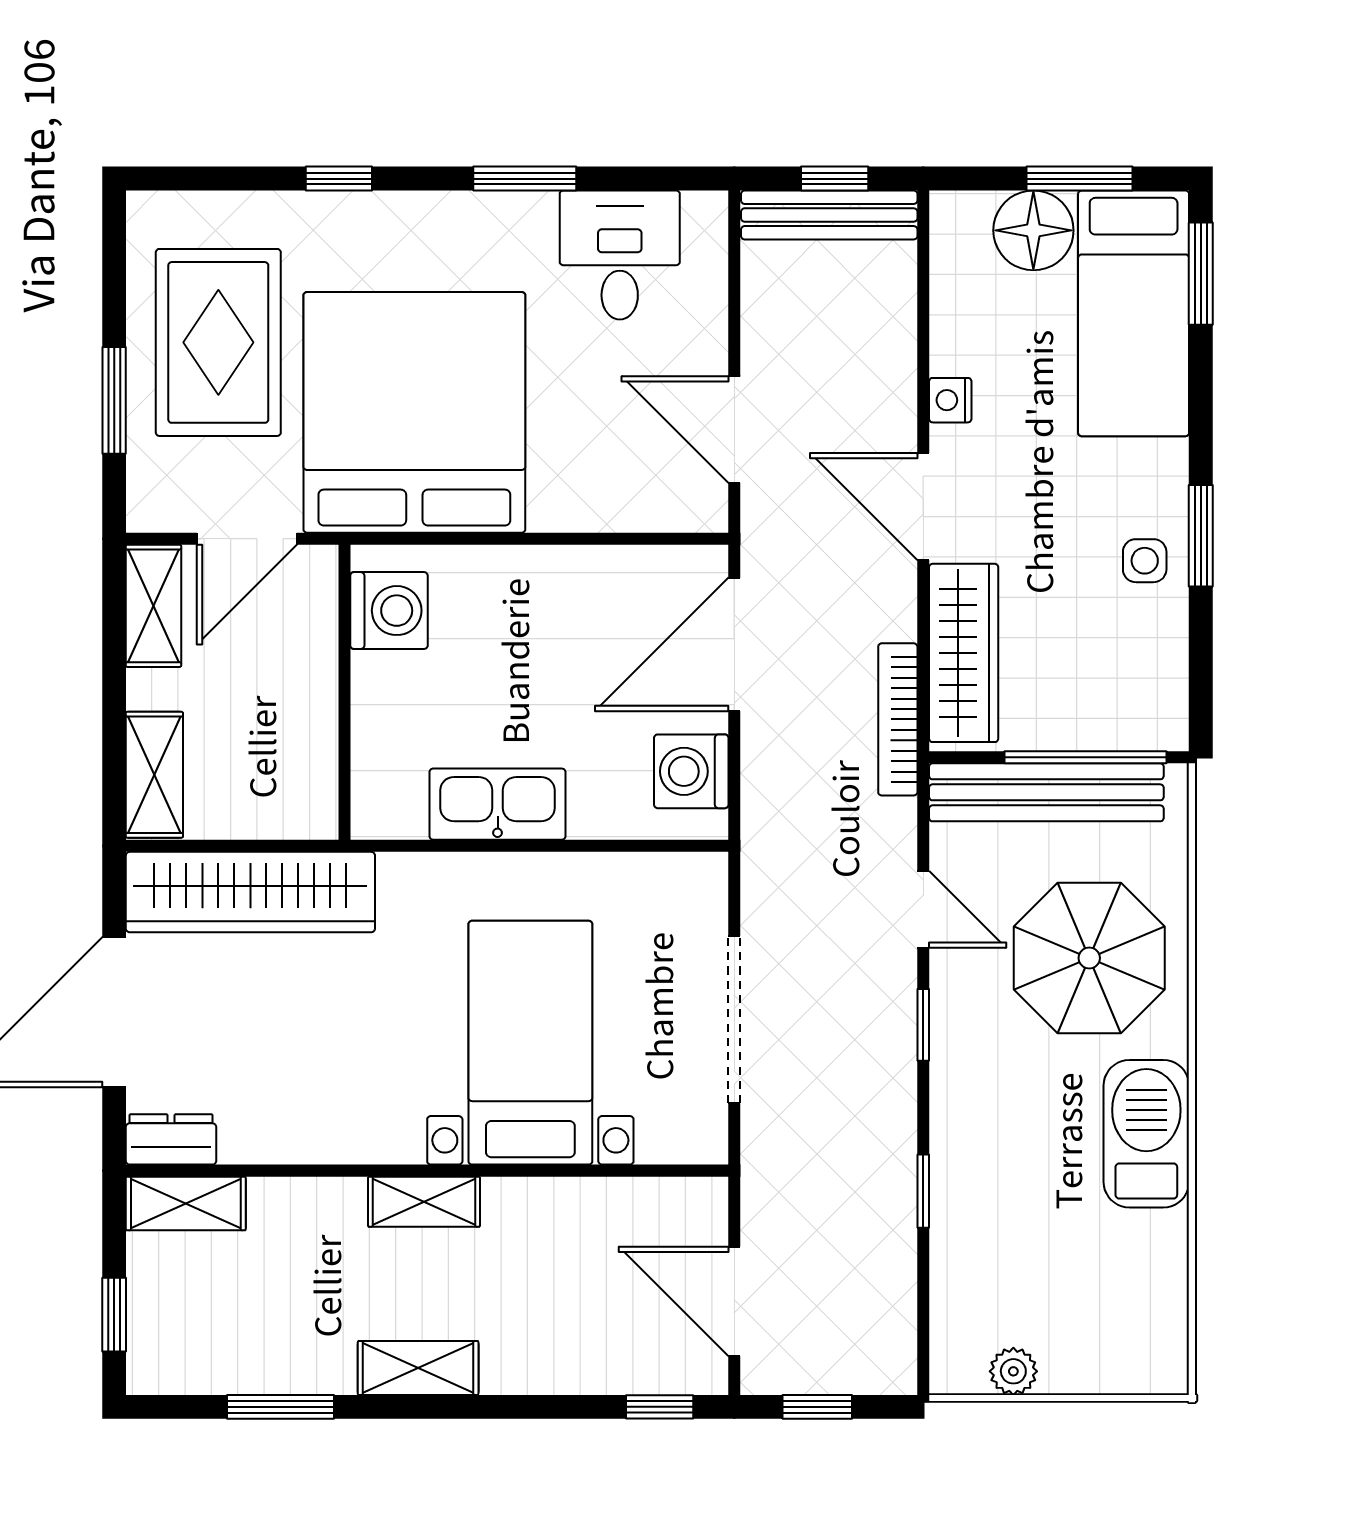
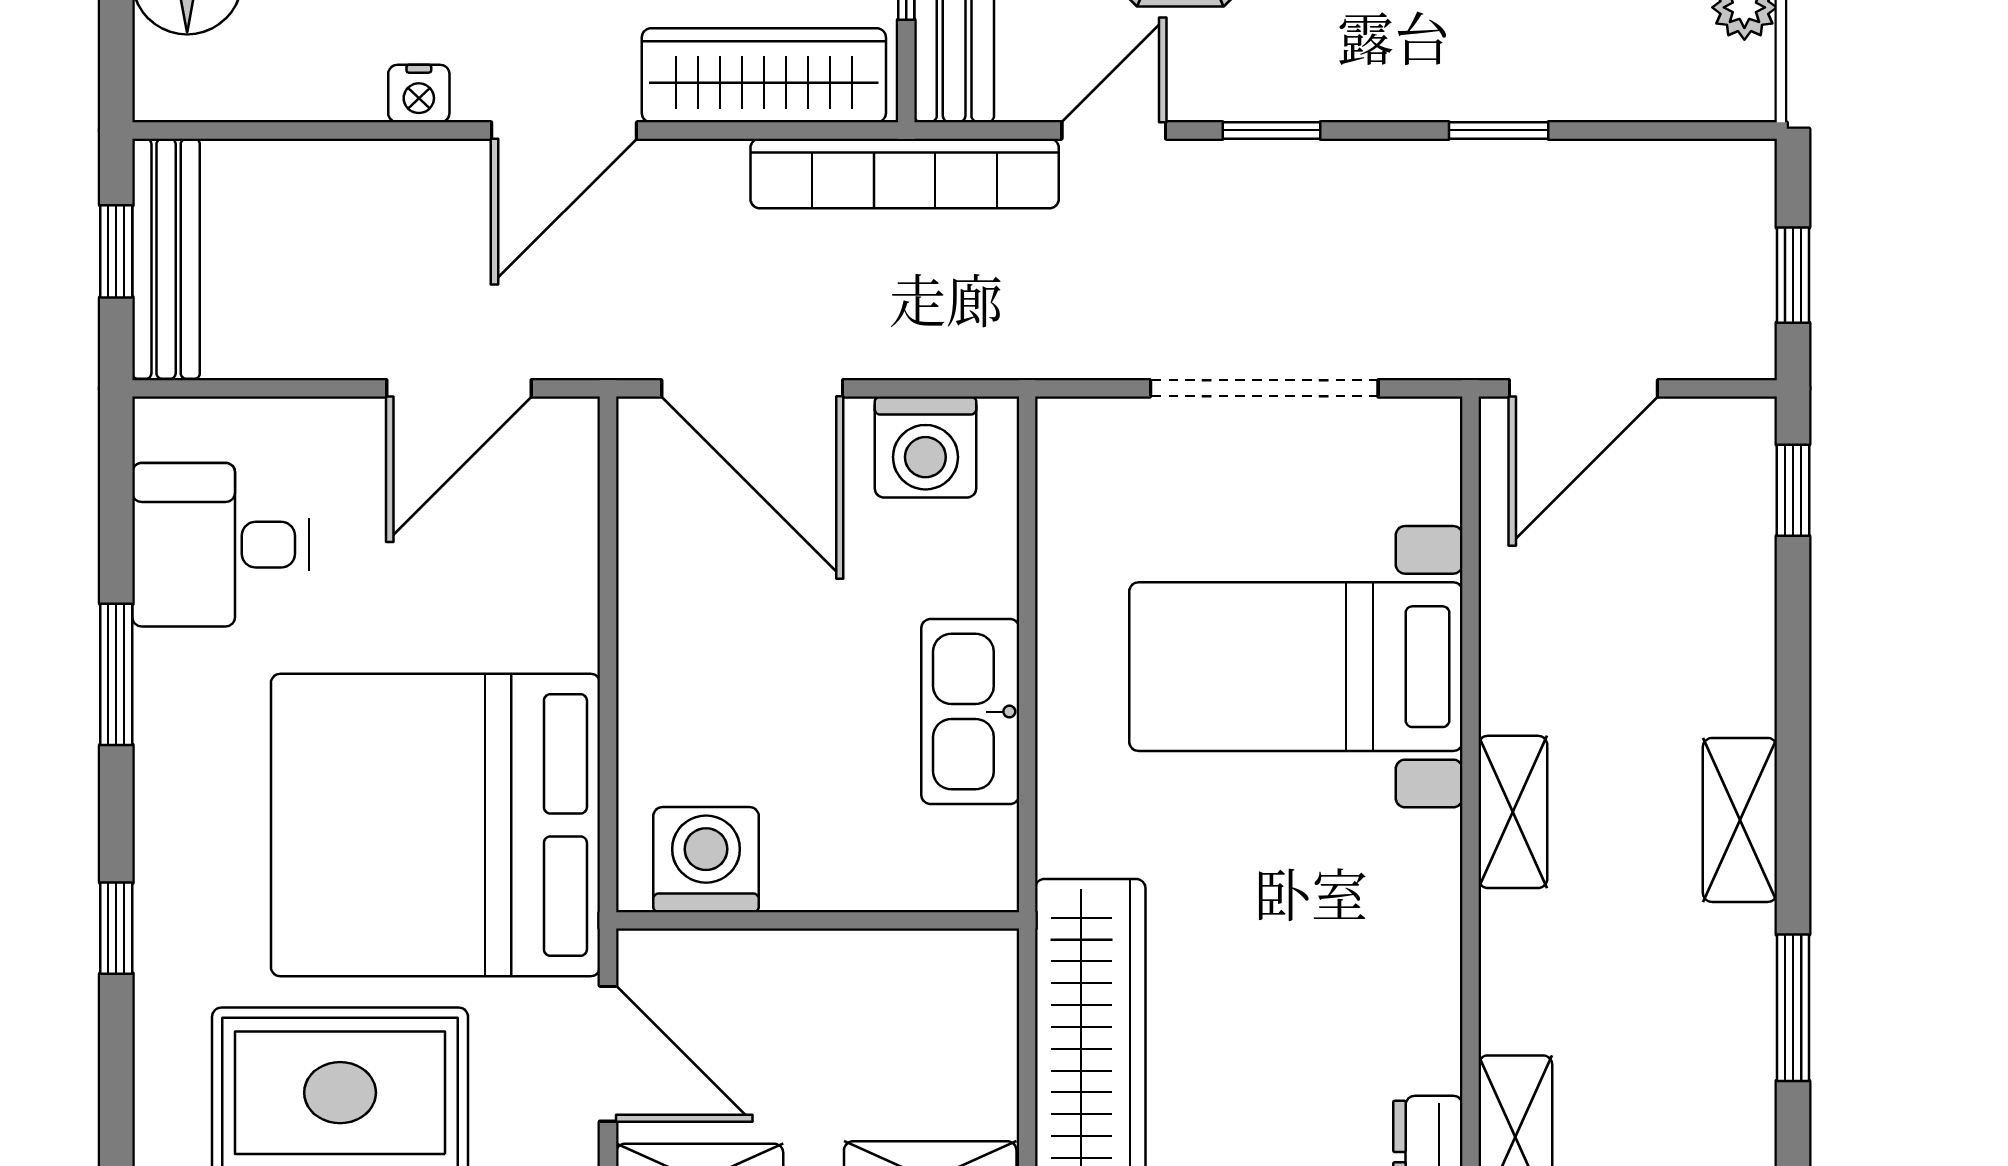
bookcase: (898, 719) -> (905, 173), width x1.48, depth x1.31
door: (734, 1301) -> (1583, 388), moved

